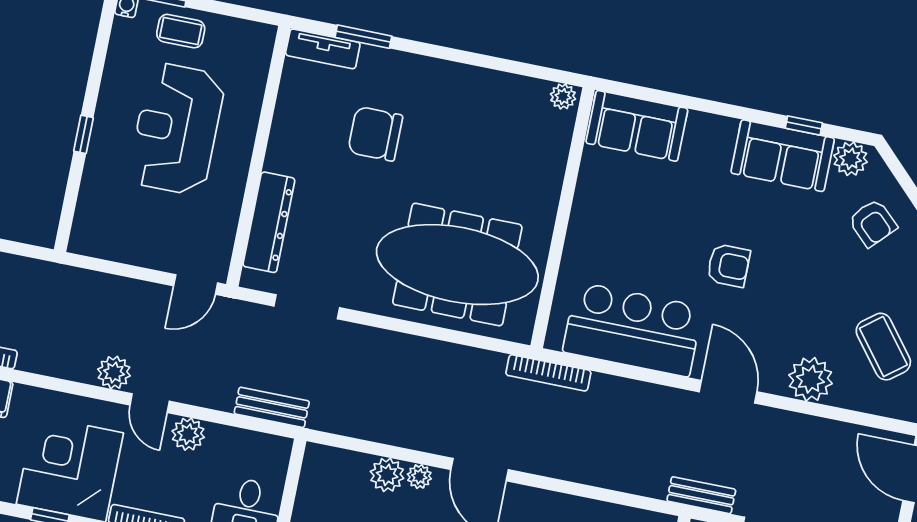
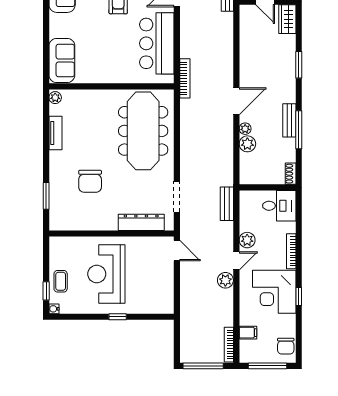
tv unit: (323, 49) -> (56, 133), moved
reception desk: (177, 129) -> (106, 274), turned 90

